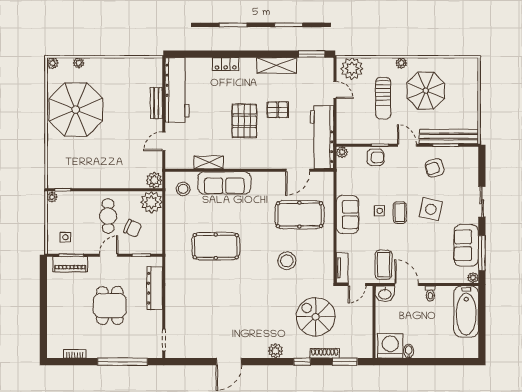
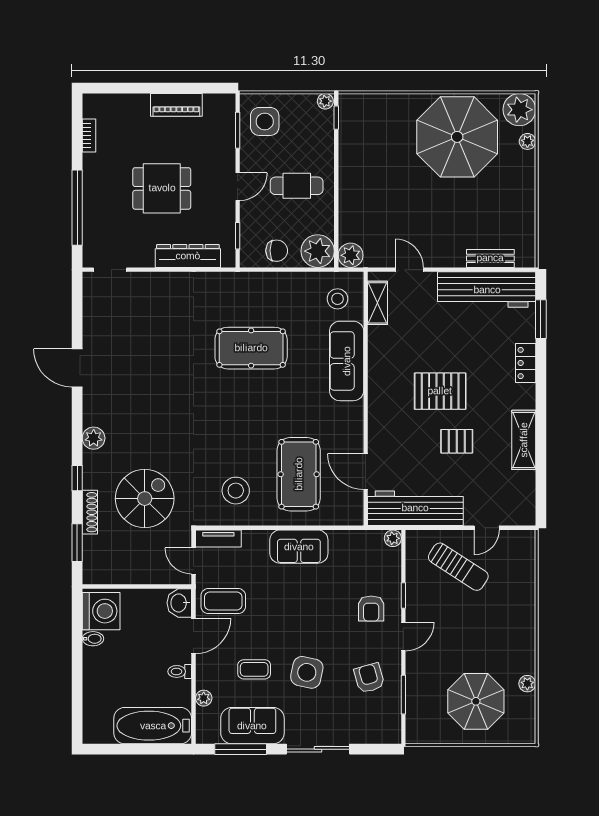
window: (312, 54) -> (541, 319), moved
plant: (53, 63) -> (519, 110), width x1.88, depth x1.88
plant: (401, 63) -> (527, 684), moved
plant: (352, 69) -> (519, 553), removed
parasol: (426, 91) -> (476, 701), moved
sun lounger: (383, 98) -> (458, 567), moved, turned -147
bench: (156, 103) -> (490, 258), moved
pallet: (278, 110) -> (457, 441), turned 90
bench: (449, 136) -> (417, 699), removed
armchair: (375, 157) -> (371, 609), moved
shelving: (209, 162) -> (378, 303), moved
sliding door: (482, 202) -> (318, 749), width x1.37
side table: (380, 211) -> (304, 595), removed
coffee table: (400, 213) -> (254, 669), moved
chair: (133, 228) -> (277, 251), moved, turned -113
side table: (65, 237) -> (265, 121), width x1.87, depth x1.87
pool table: (216, 246) -> (251, 348), turned 90
door: (109, 255) -> (238, 187), hinge flipped
stool: (287, 261) -> (236, 491), moved
piano: (70, 264) -> (176, 105), moved, turned -90
plant: (473, 278) -> (204, 698), moved

